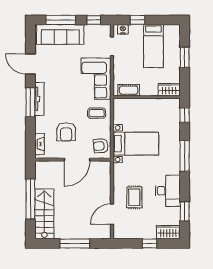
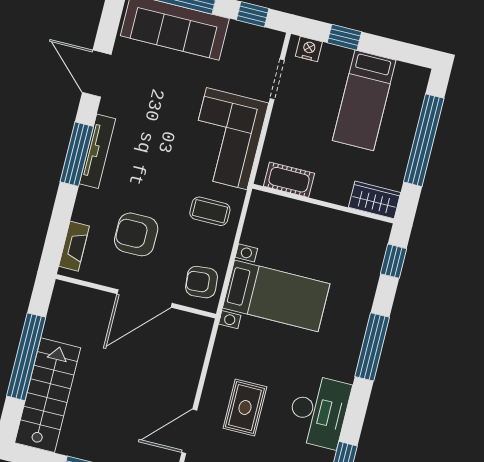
window: (185, 57) -> (424, 140), width x2.11
armchair: (66, 132) -> (136, 234), turned 90

